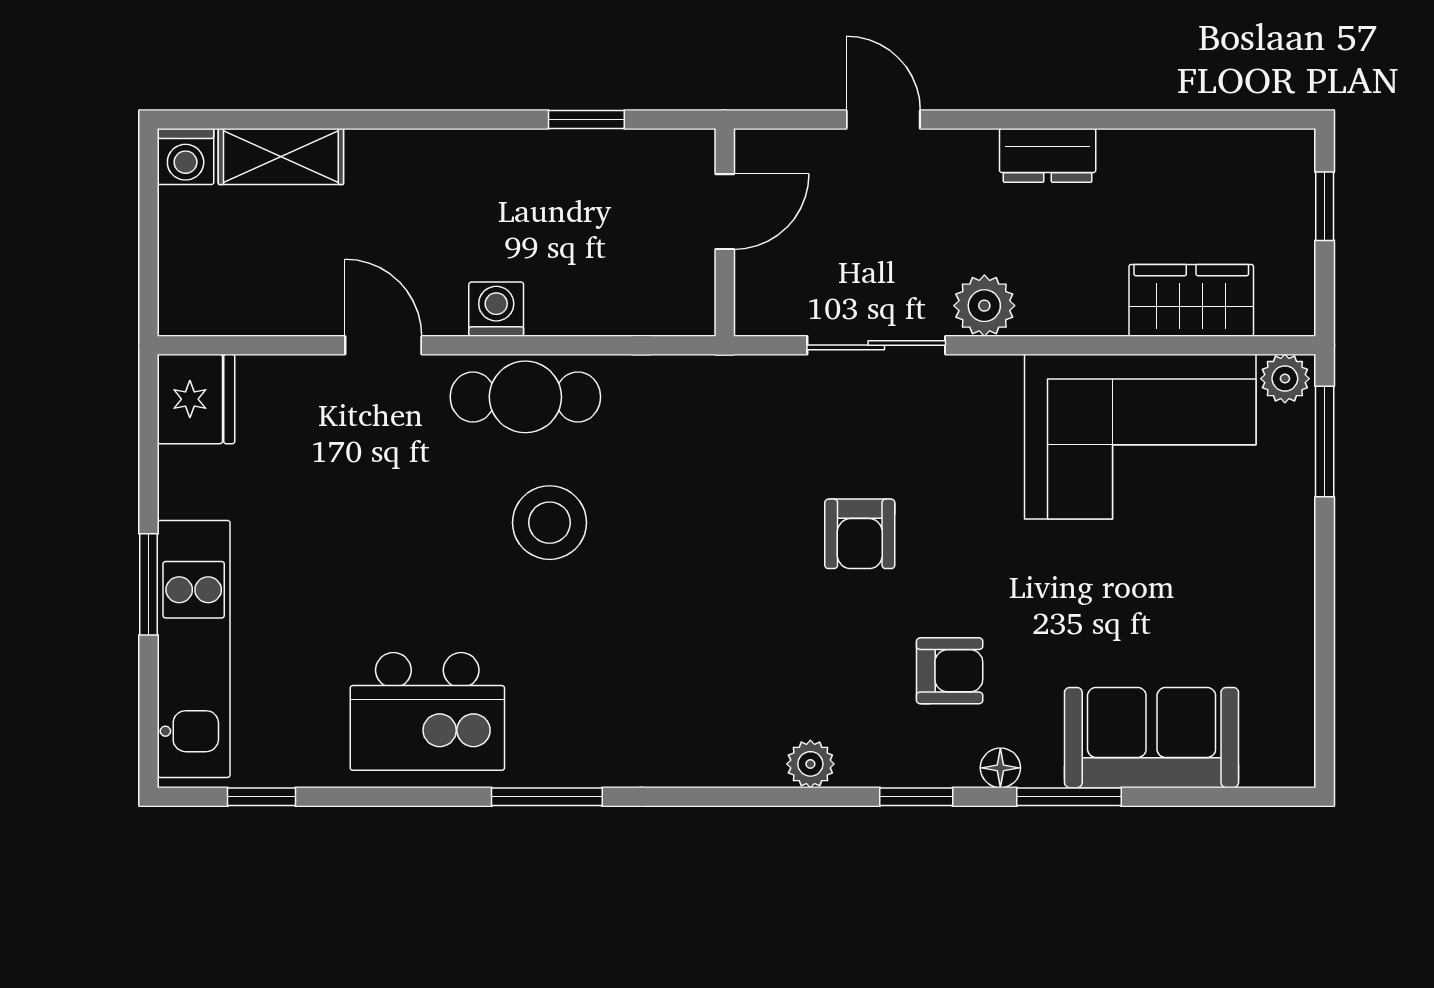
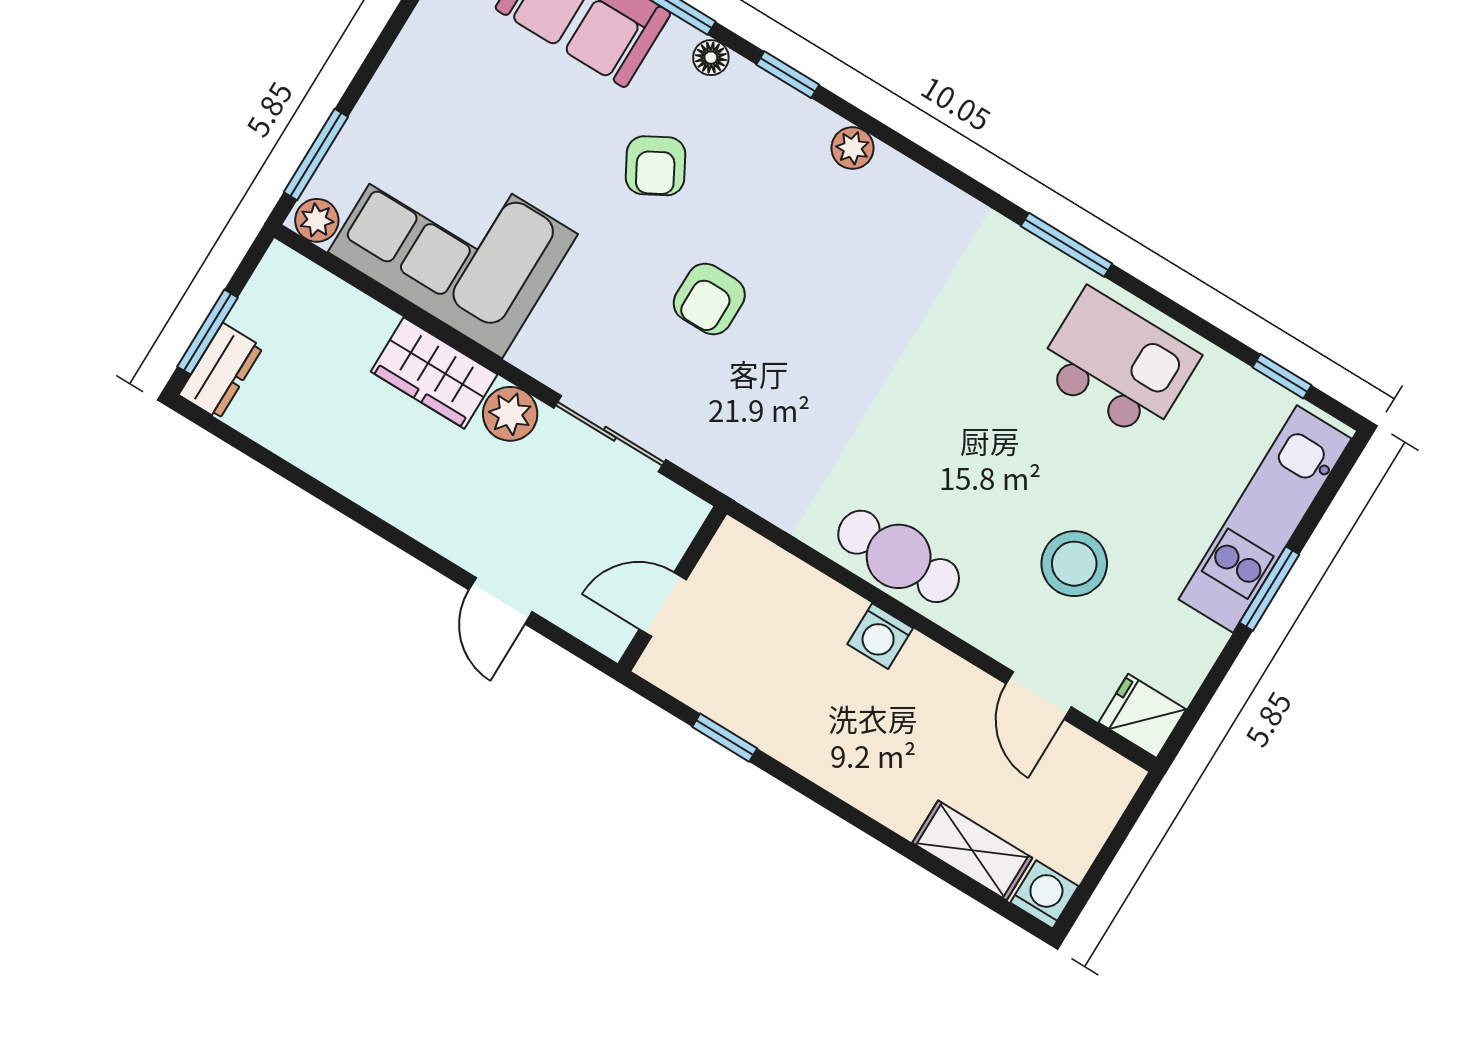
dresser: (1048, 155) -> (221, 371), moved, turned 90
window: (1325, 206) -> (208, 332), width x1.50
wardrobe: (1191, 300) -> (434, 373), moved
door: (383, 345) -> (1039, 695), moved
fridge: (196, 399) -> (1142, 716), width x0.72
stool: (550, 523) -> (1074, 564), moved
armchair: (860, 534) -> (709, 299), turned 180
armchair: (950, 671) -> (656, 166), moved, turned -119

